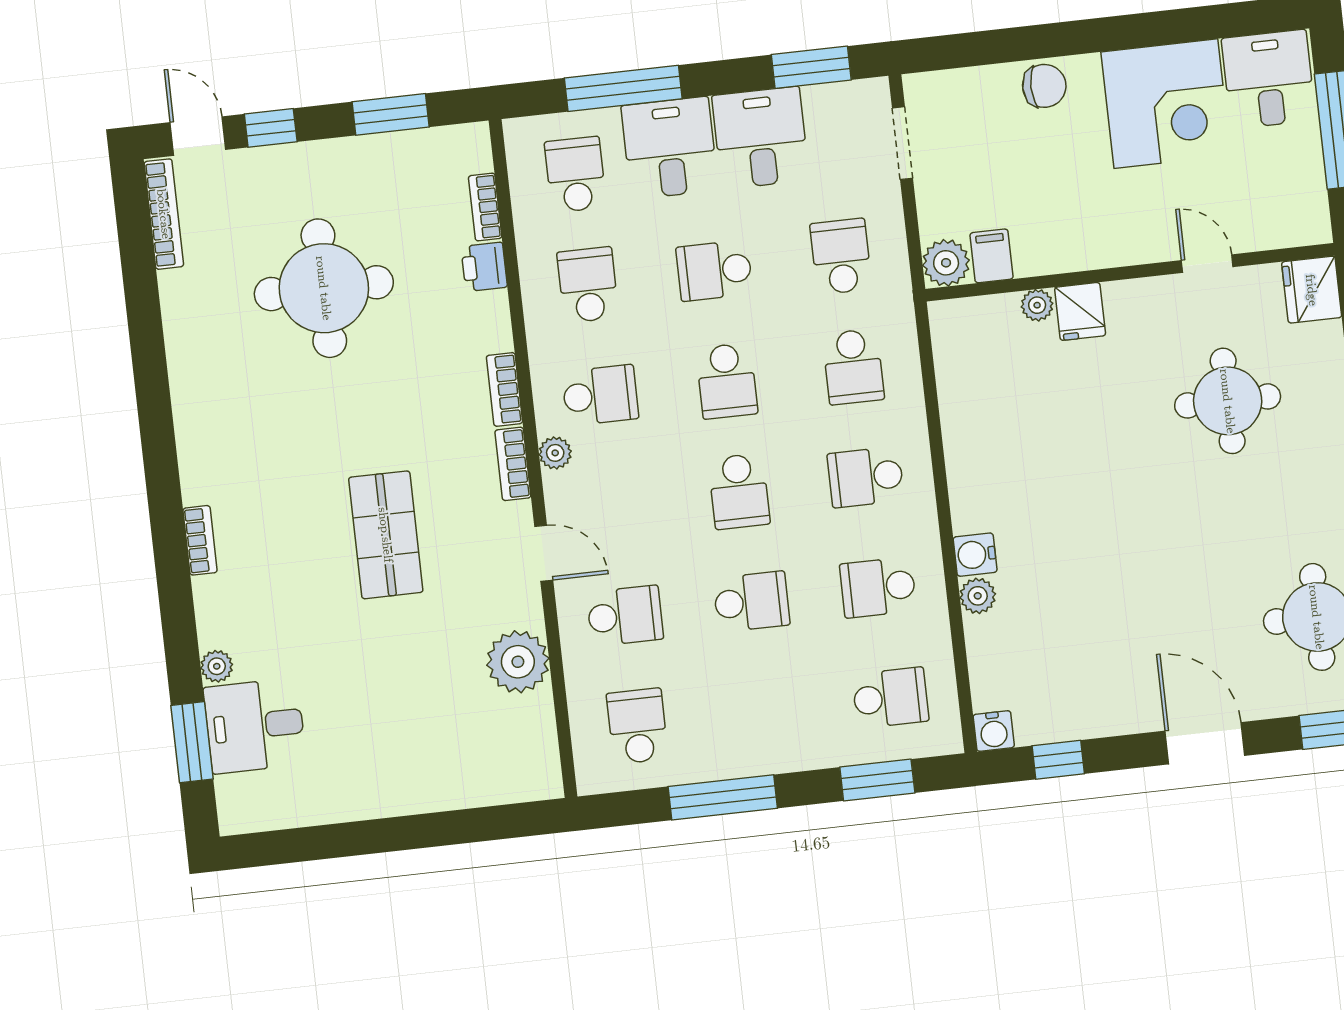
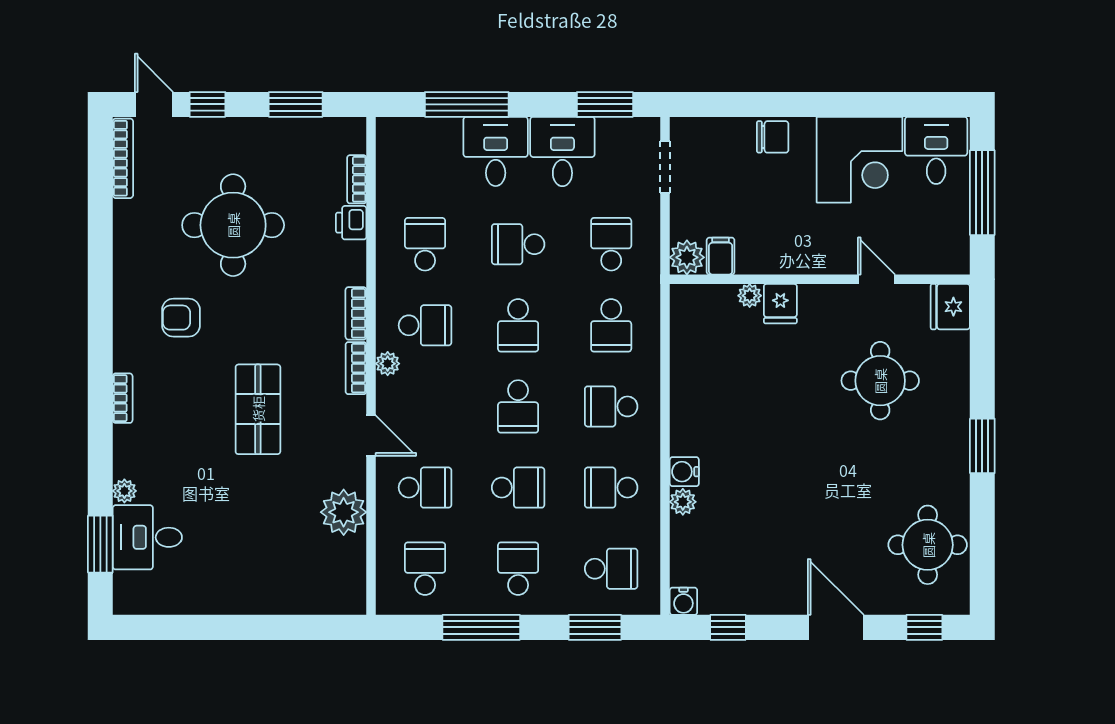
school desk: (575, 175) -> (518, 569), moved
armchair: (267, 422) -> (181, 318), added

